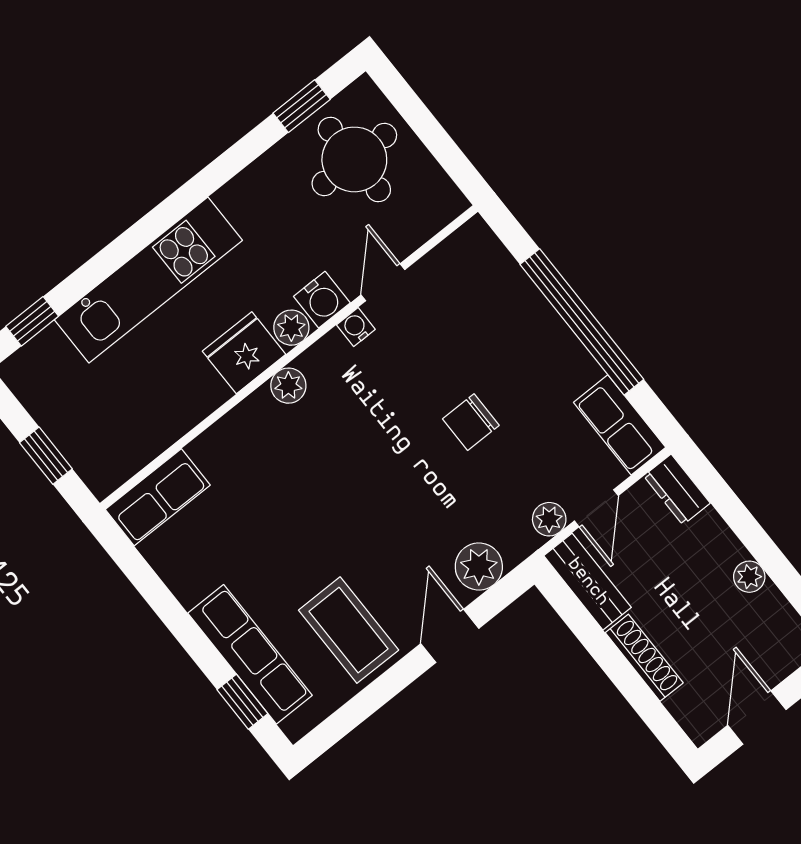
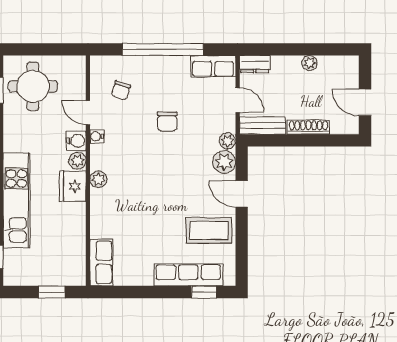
chair: (462, 307) -> (121, 90), added
plant: (549, 519) -> (227, 141), moved

